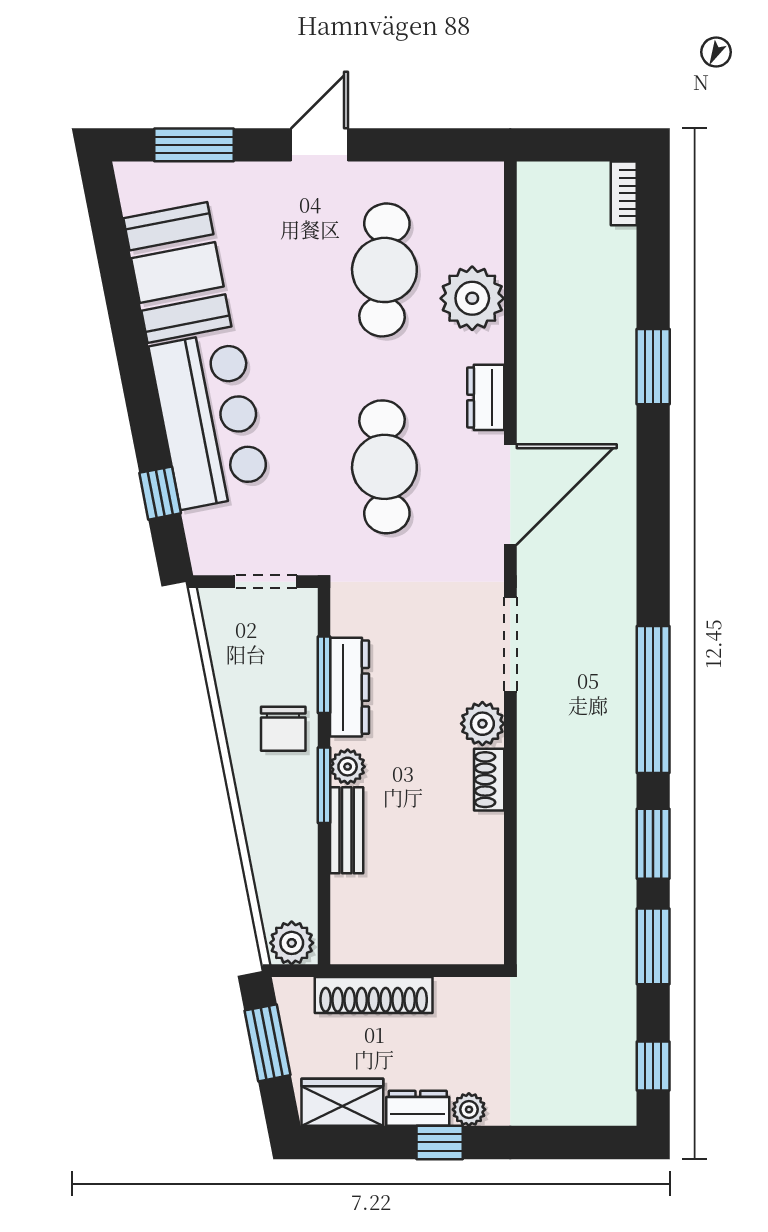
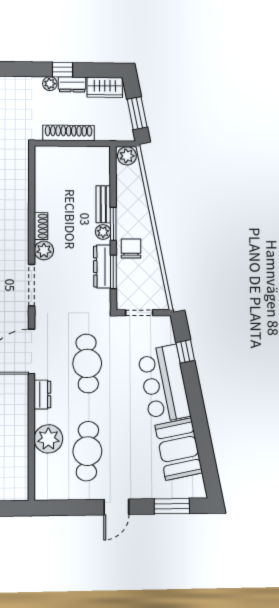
shoe rack: (374, 995) -> (69, 133), moved

